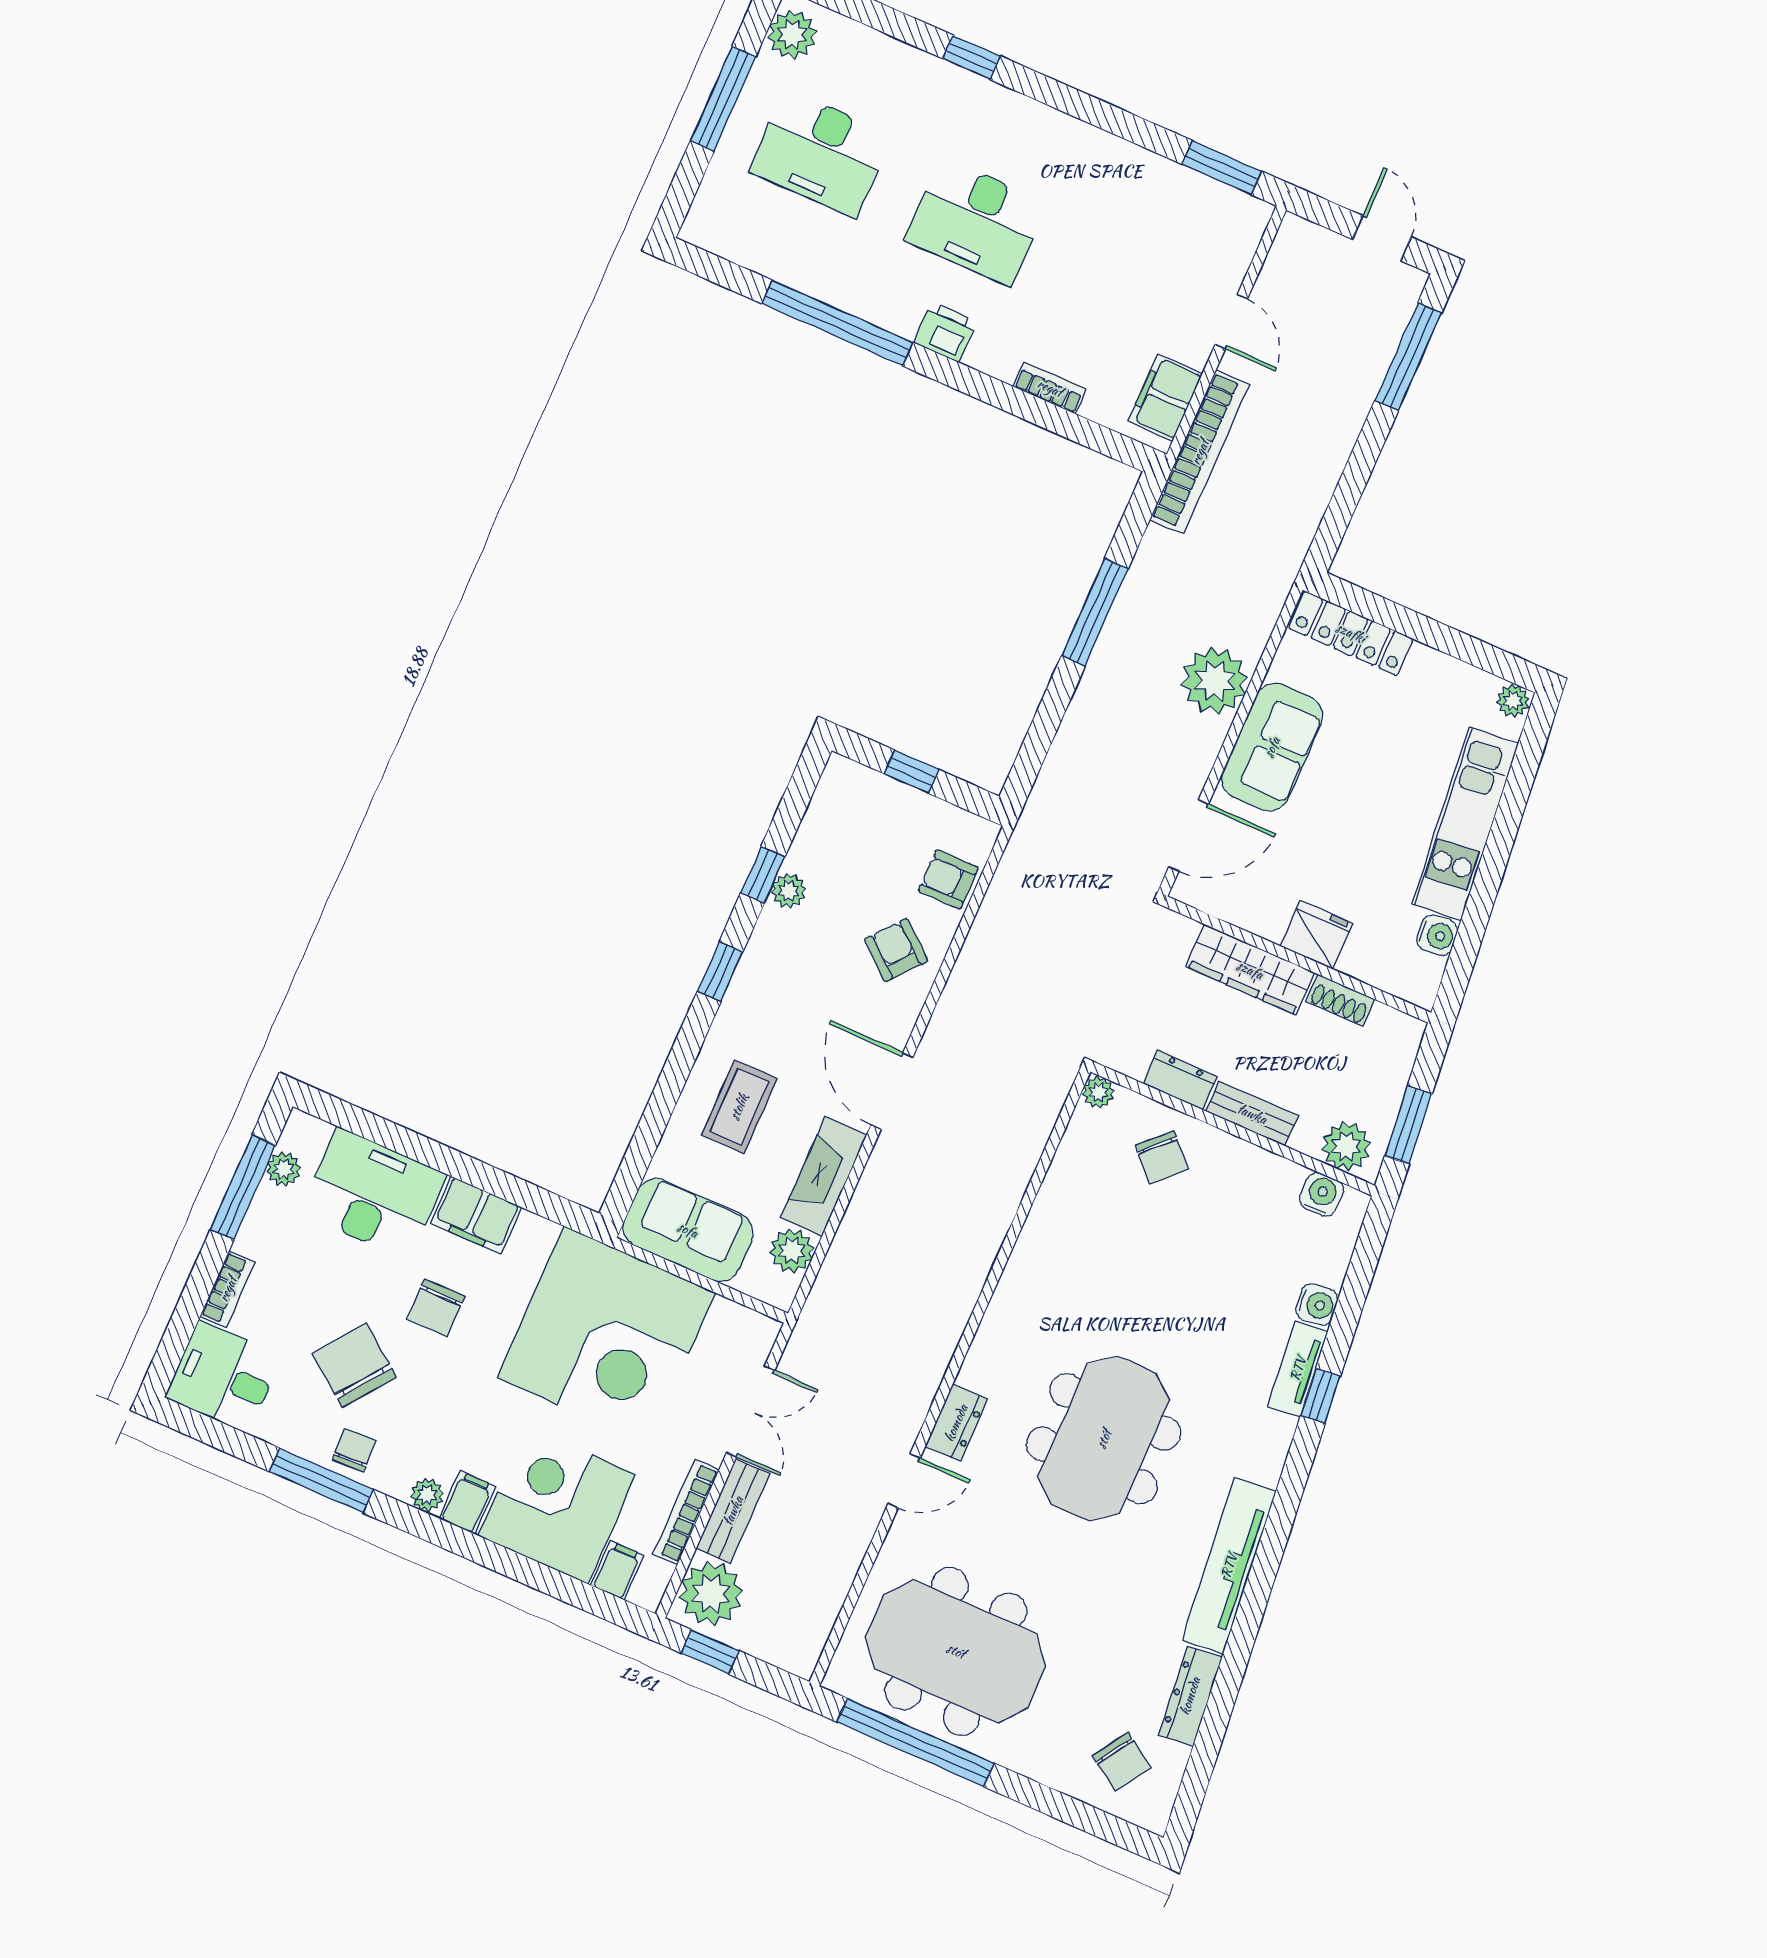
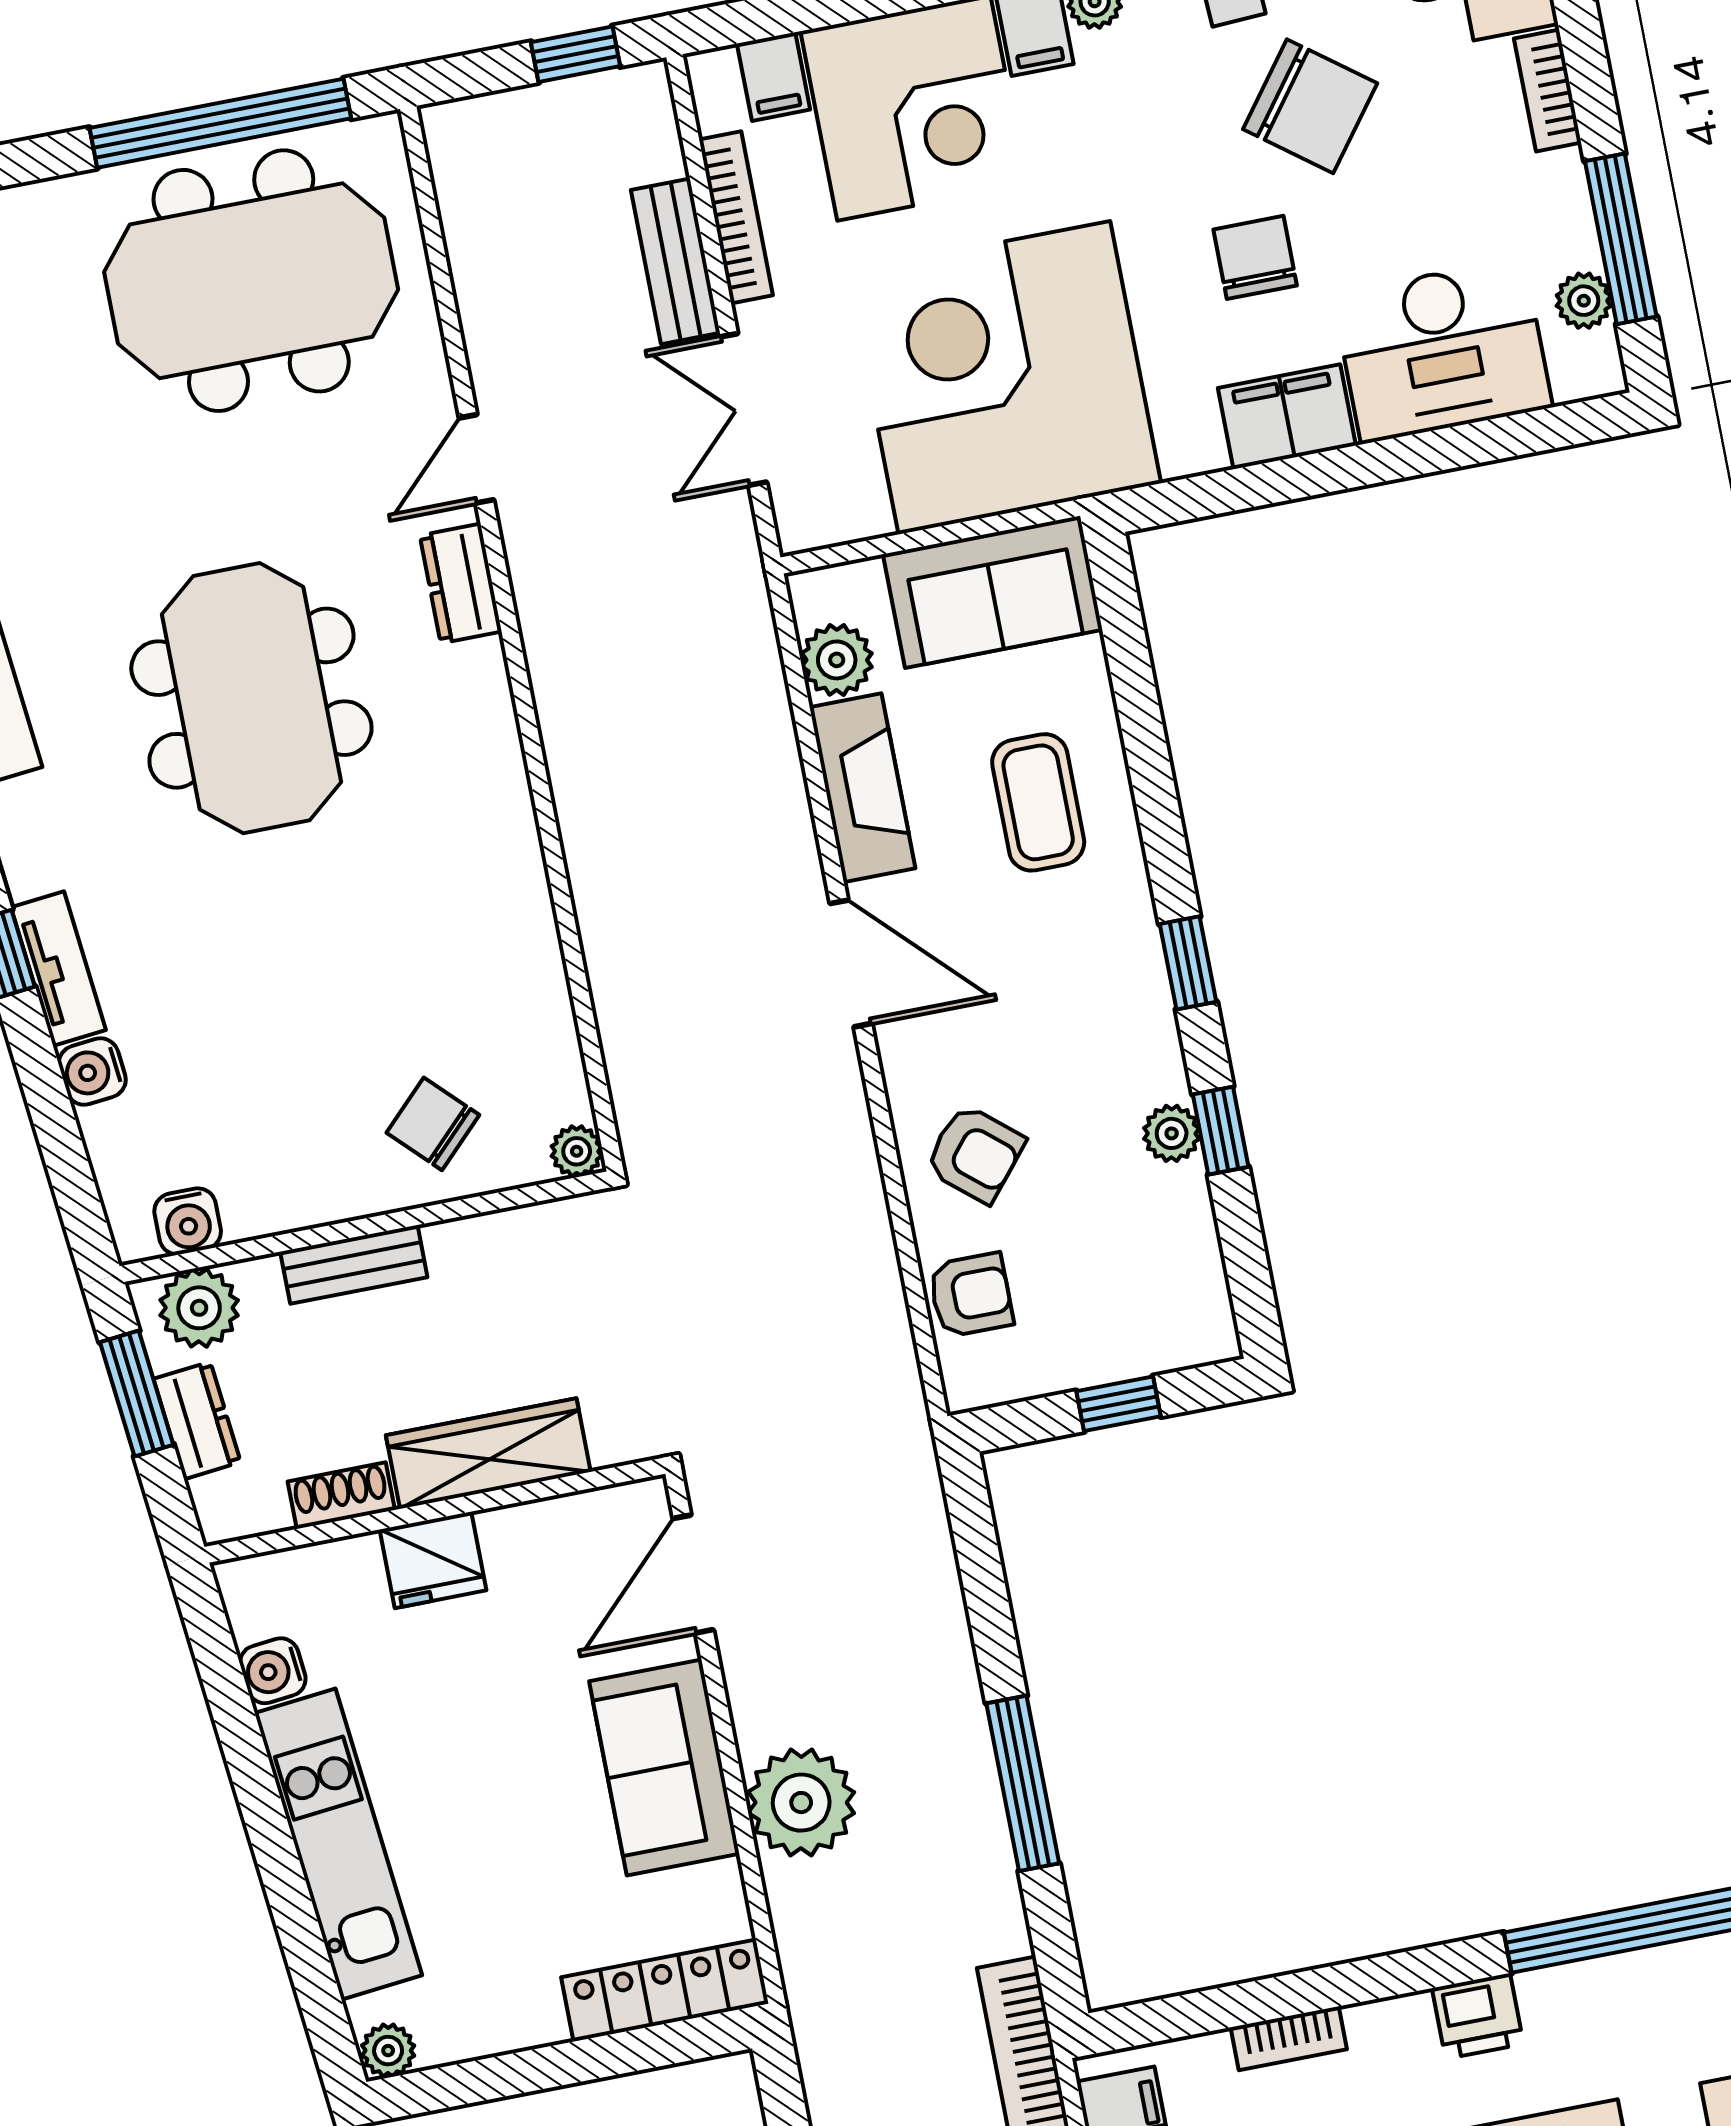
dresser: (1180, 1080) -> (197, 1421), moved, turned -96
plant: (711, 1594) -> (628, 132), removed

